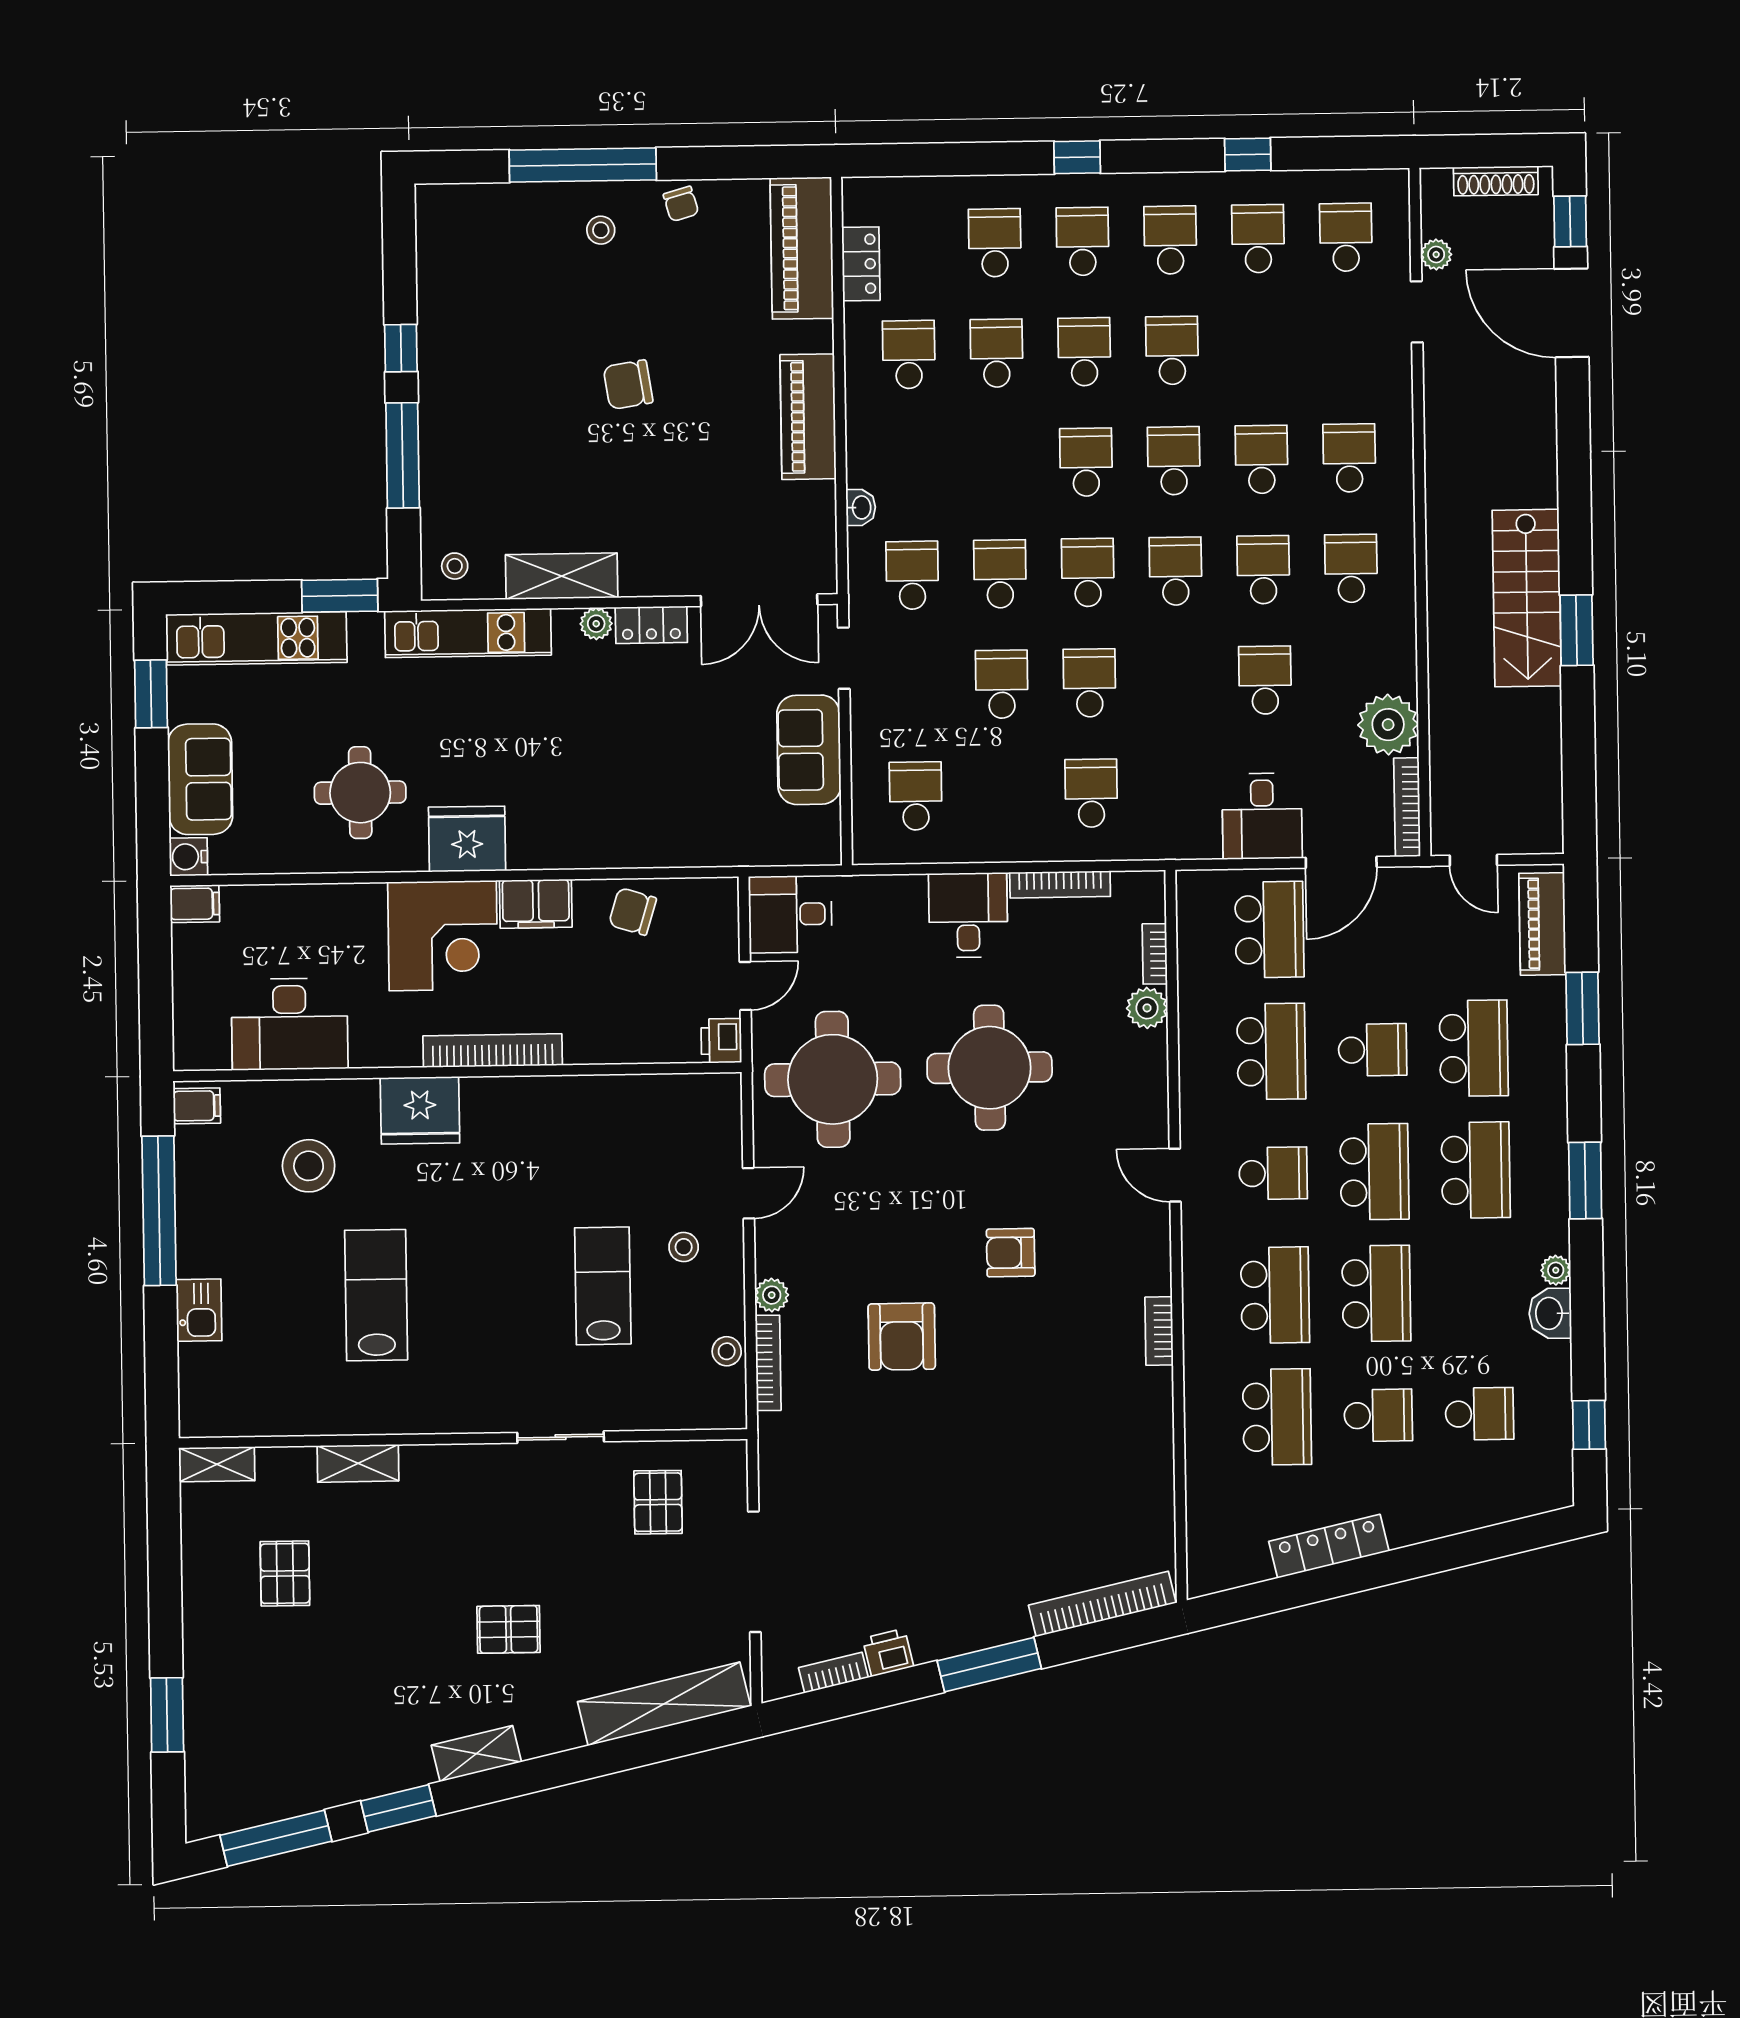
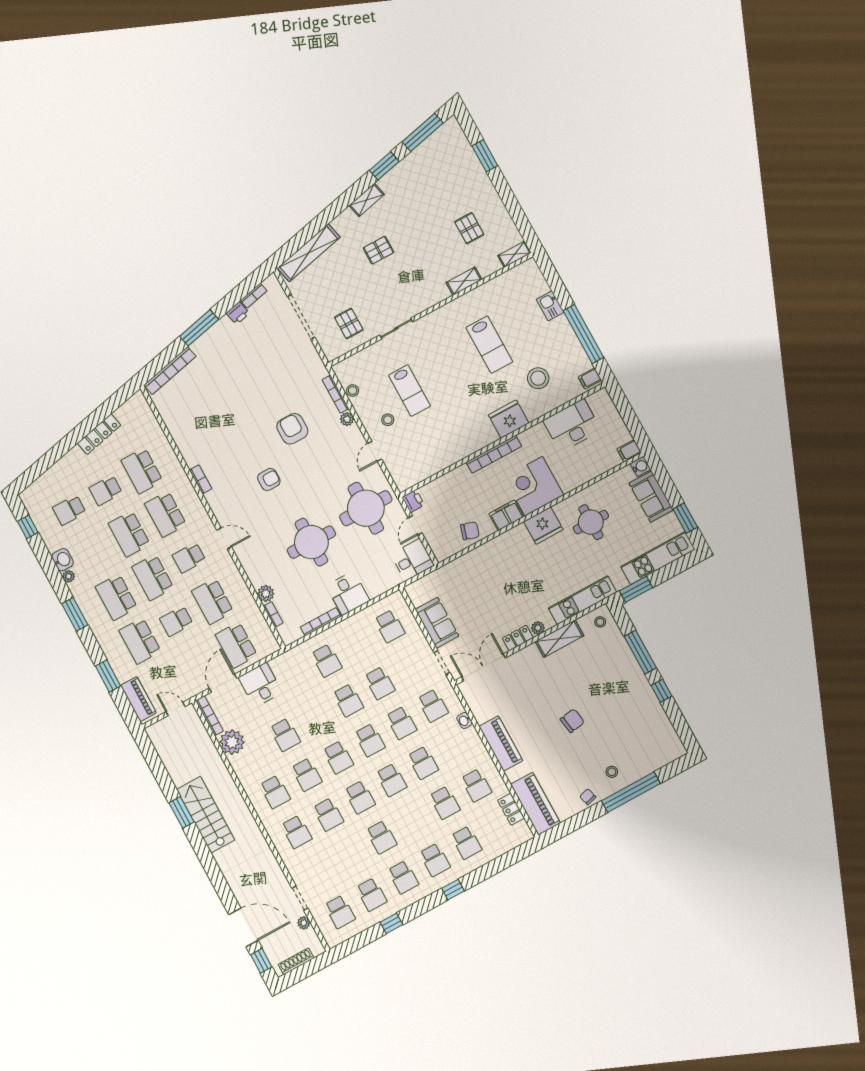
school desk: (1084, 352) -> (423, 763), moved

